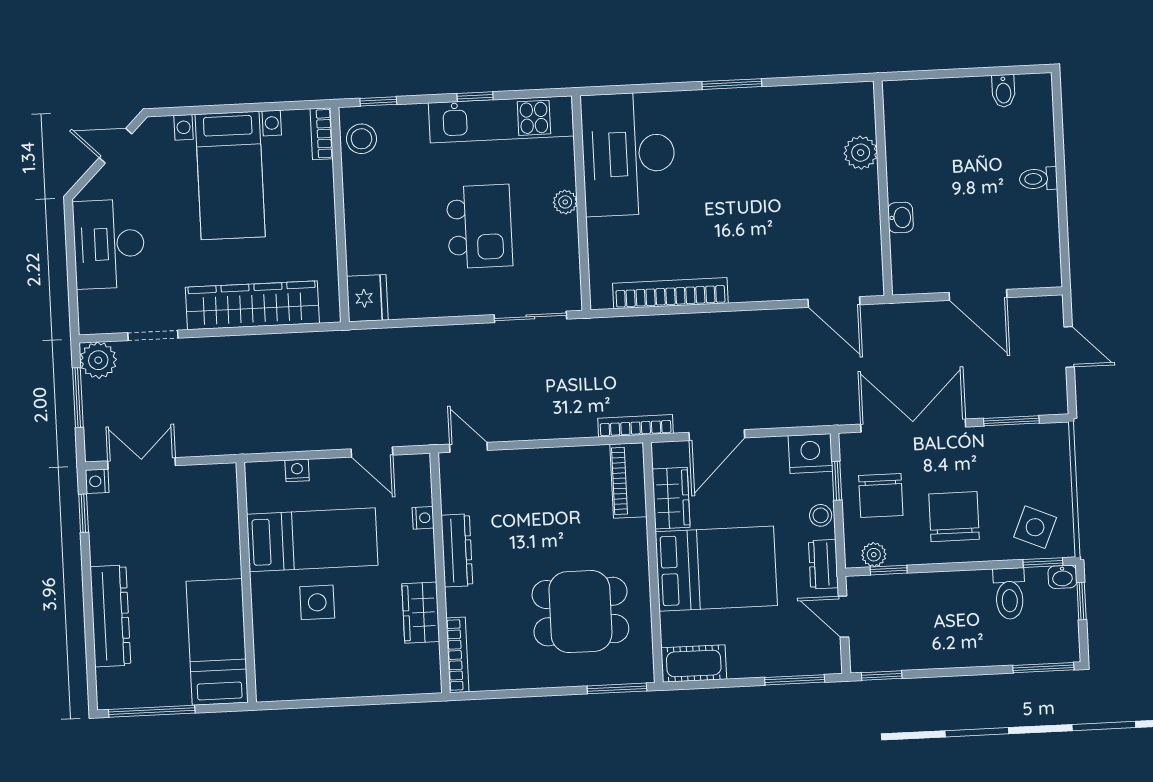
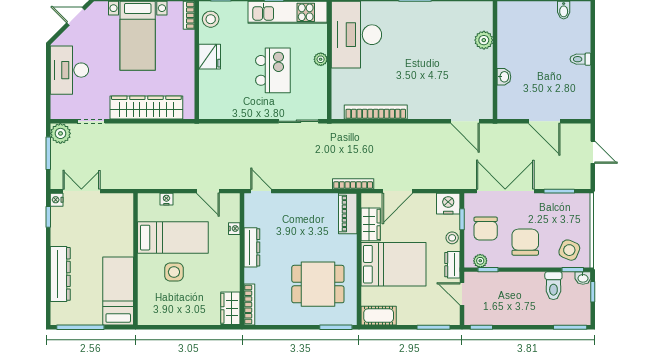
fridge: (367, 298) -> (210, 57), moved
wardrobe: (421, 613) -> (230, 308), moved

